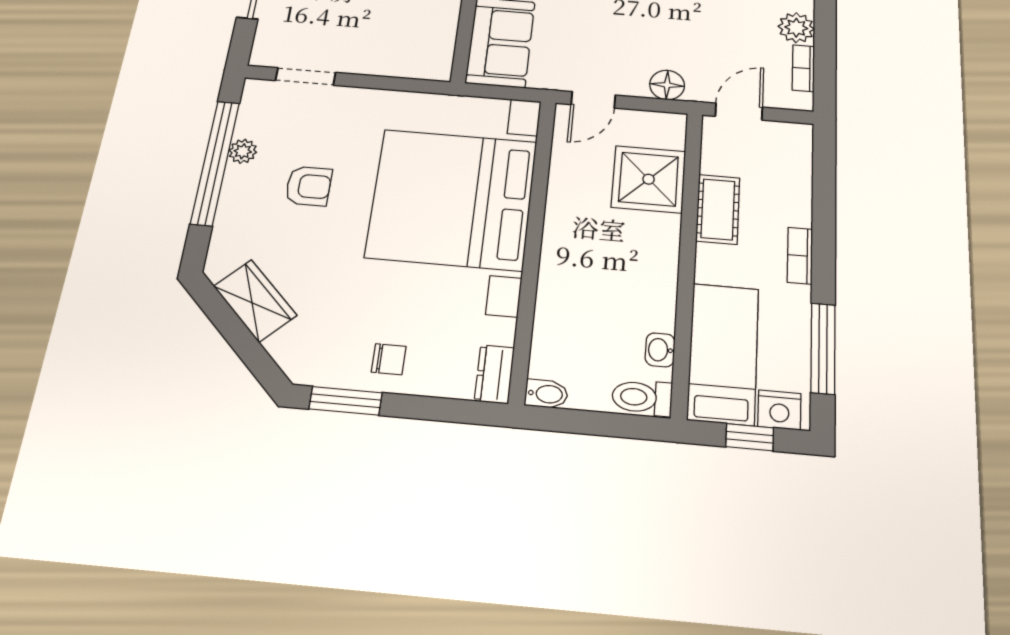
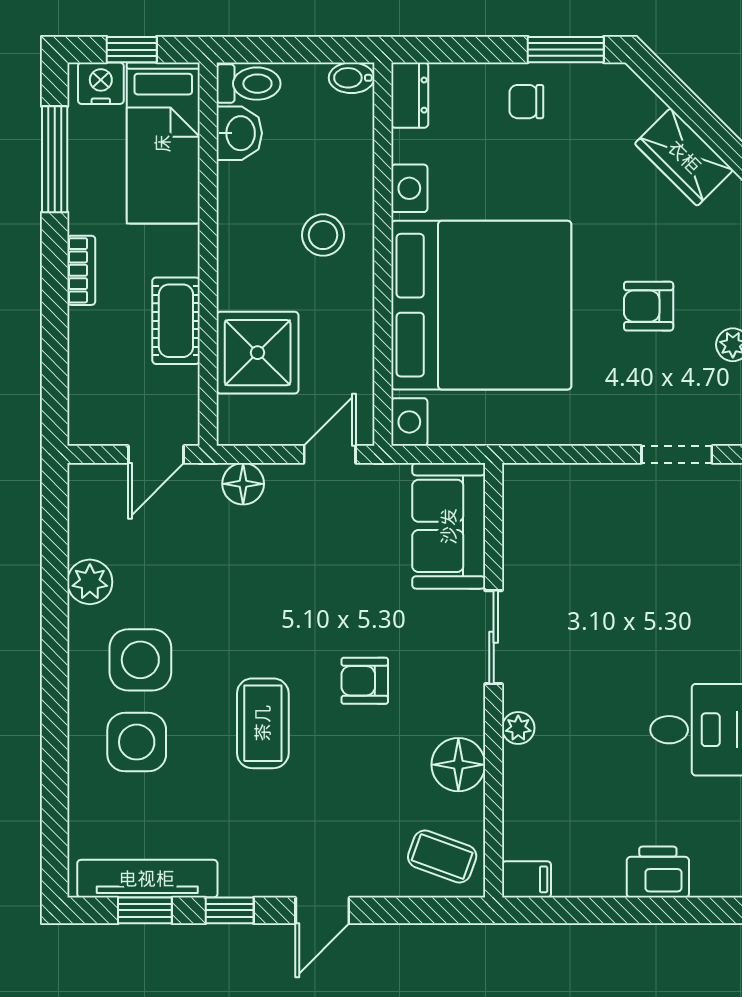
bookcase: (803, 68) -> (80, 523), removed
stool: (584, 265) -> (323, 235), added
washbasin: (660, 350) -> (239, 133), width x1.38, depth x1.45

